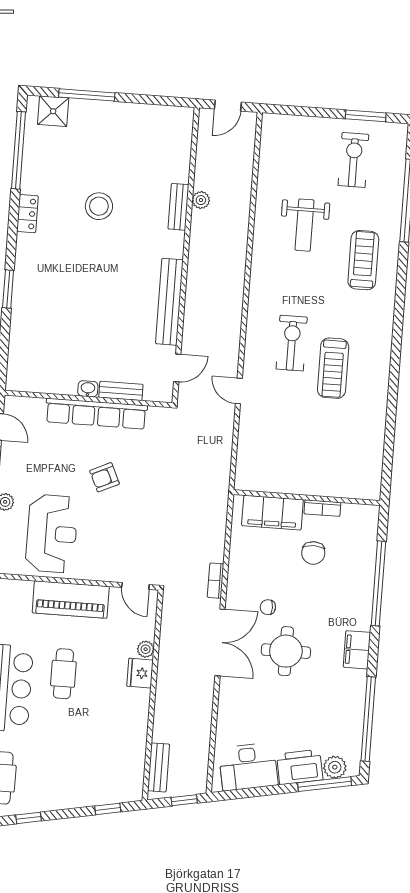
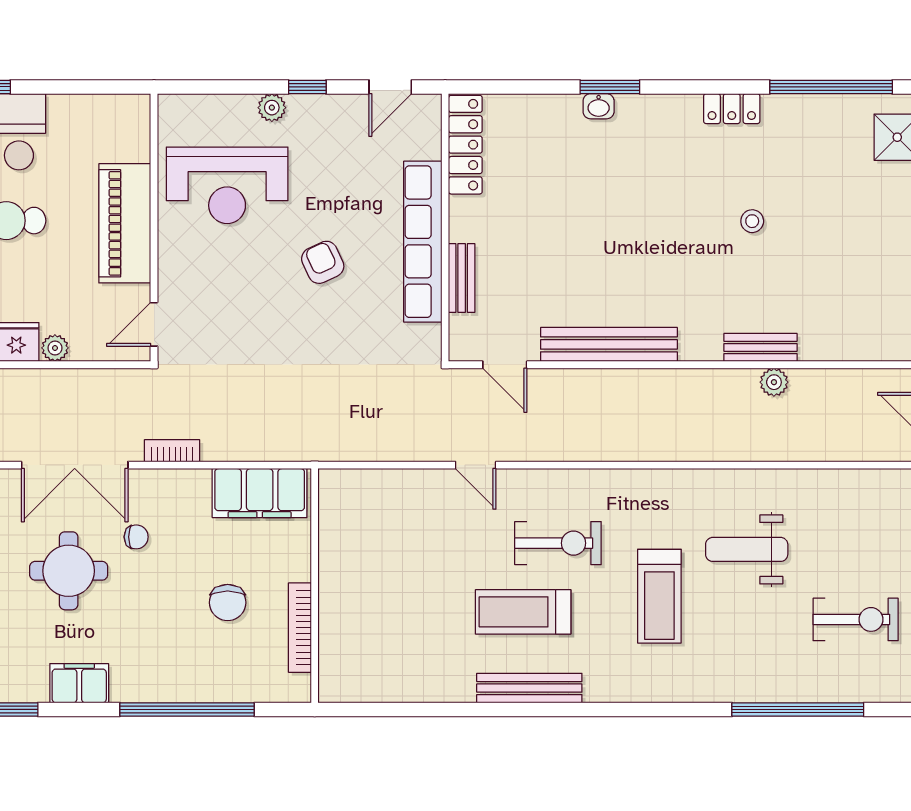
stool: (99, 206) -> (752, 221), width x0.53, depth x0.53
treadmill: (363, 260) -> (659, 596), moved, turned 90
bench: (381, 368) -> (529, 688), added
locker: (37, 382) -> (465, 145), added
washbasin: (88, 389) -> (599, 106), moved, turned 90
door: (239, 391) -> (476, 465), swing flipped
bookcase: (322, 508) -> (300, 628), width x1.56
filing cabinet: (272, 513) -> (260, 493), moved, turned -90
chair: (313, 553) -> (228, 603), turned -90
chair: (268, 607) -> (136, 537), turned 90

